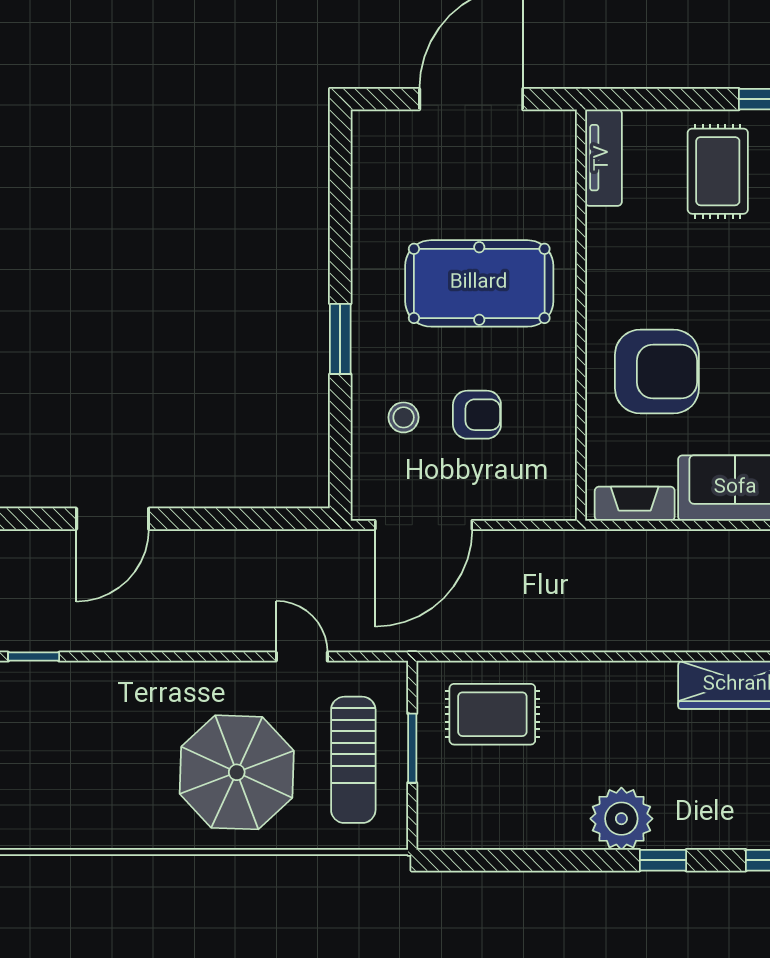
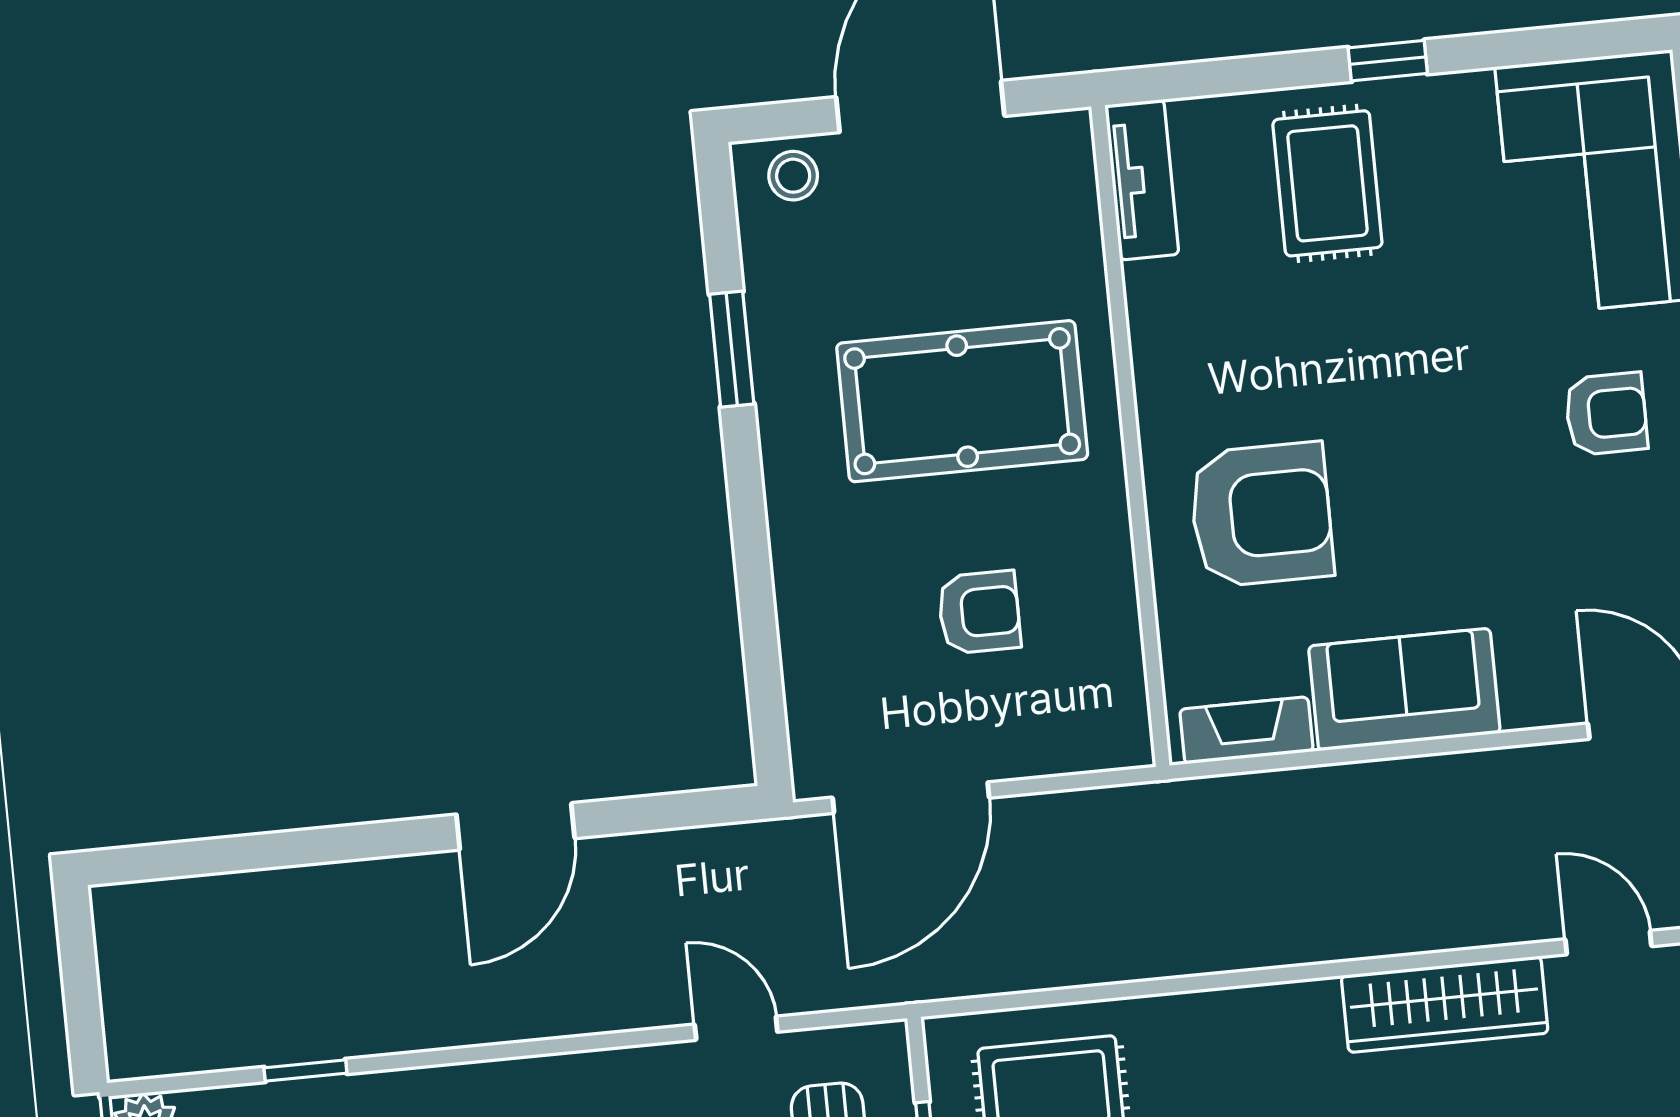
window: (340, 339) -> (732, 349), moved
stool: (404, 417) -> (793, 176), moved
door: (113, 519) -> (516, 826), moved

